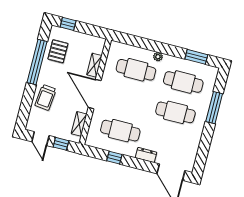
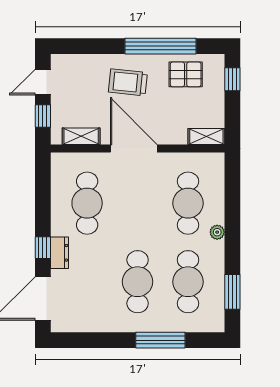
shelving: (94, 65) -> (206, 137), moved
door: (95, 94) -> (134, 149), hinge flipped
trolley: (46, 97) -> (128, 82), moved
window: (114, 158) -> (43, 248), moved

